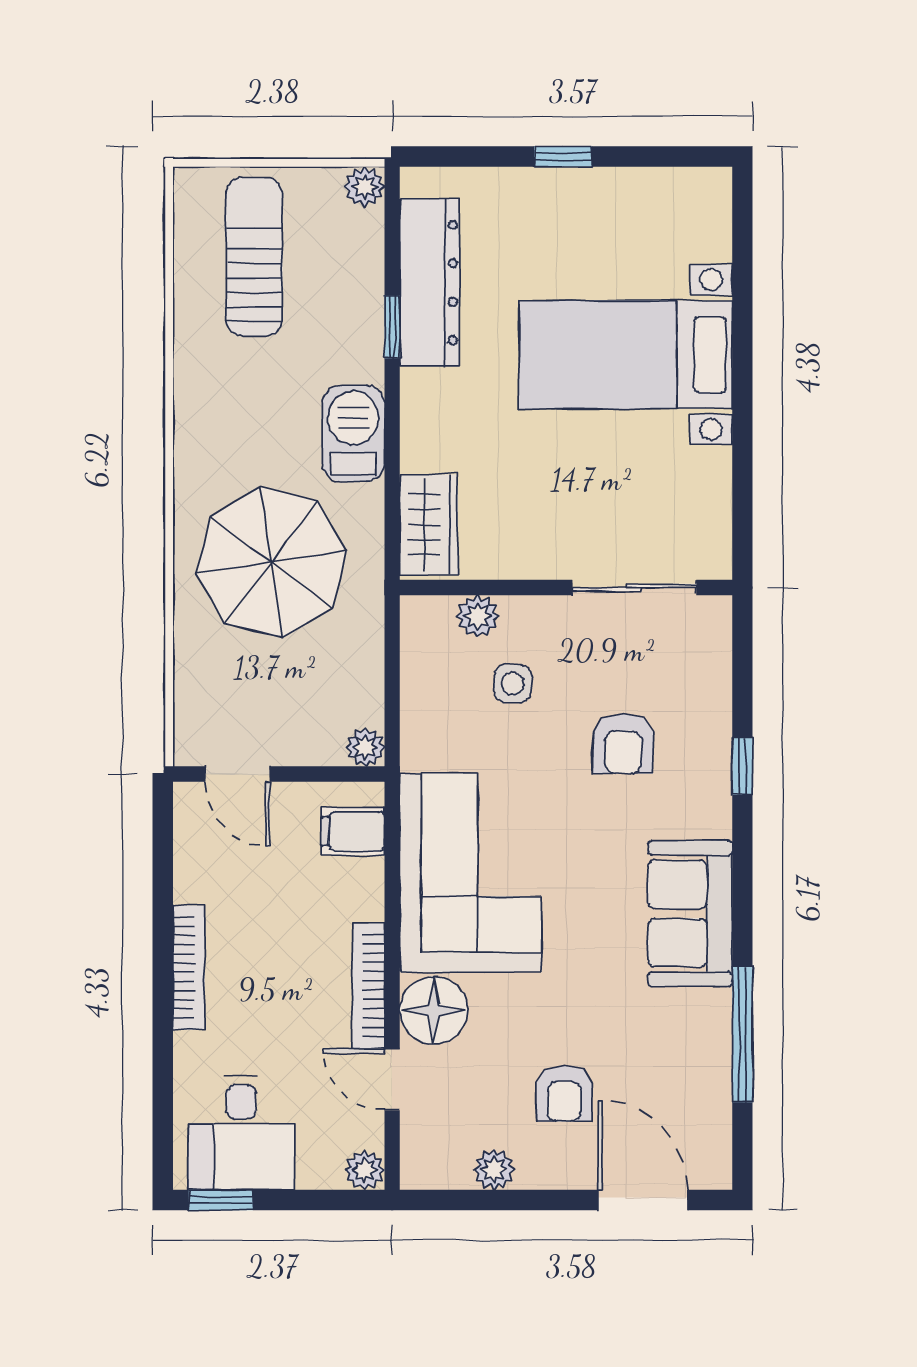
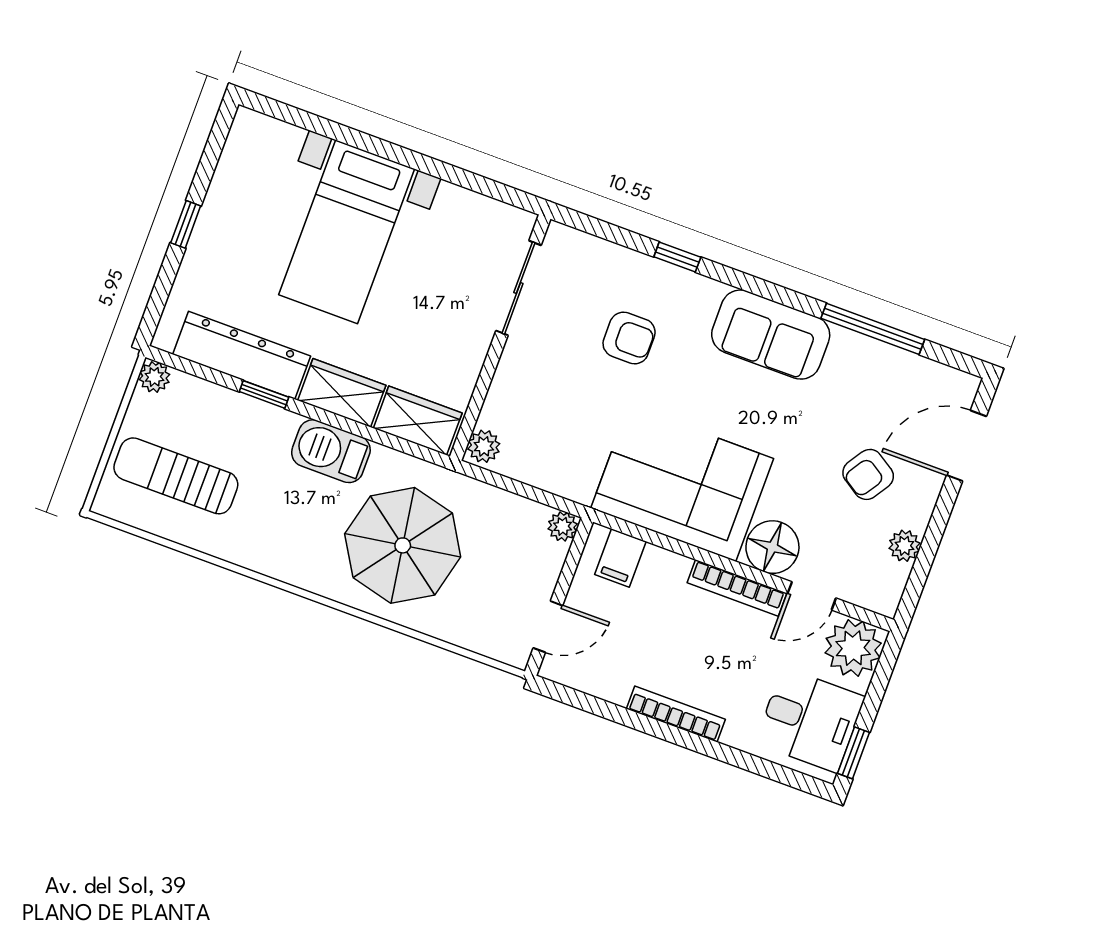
wardrobe: (429, 420) -> (342, 393), added
plant: (478, 616) -> (484, 446), moved
side table: (513, 683) -> (556, 402), removed
armchair: (564, 1094) -> (868, 474), turned 123
plant: (365, 1170) -> (853, 648), width x1.88, depth x1.88

